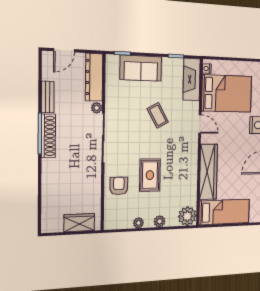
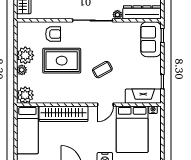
sofa: (141, 68) -> (151, 39), moved
coffee table: (158, 115) -> (102, 70), moved
rug: (150, 175) -> (62, 61), width x1.36, depth x1.43
plant: (138, 223) -> (25, 55), width x1.88, depth x1.88

